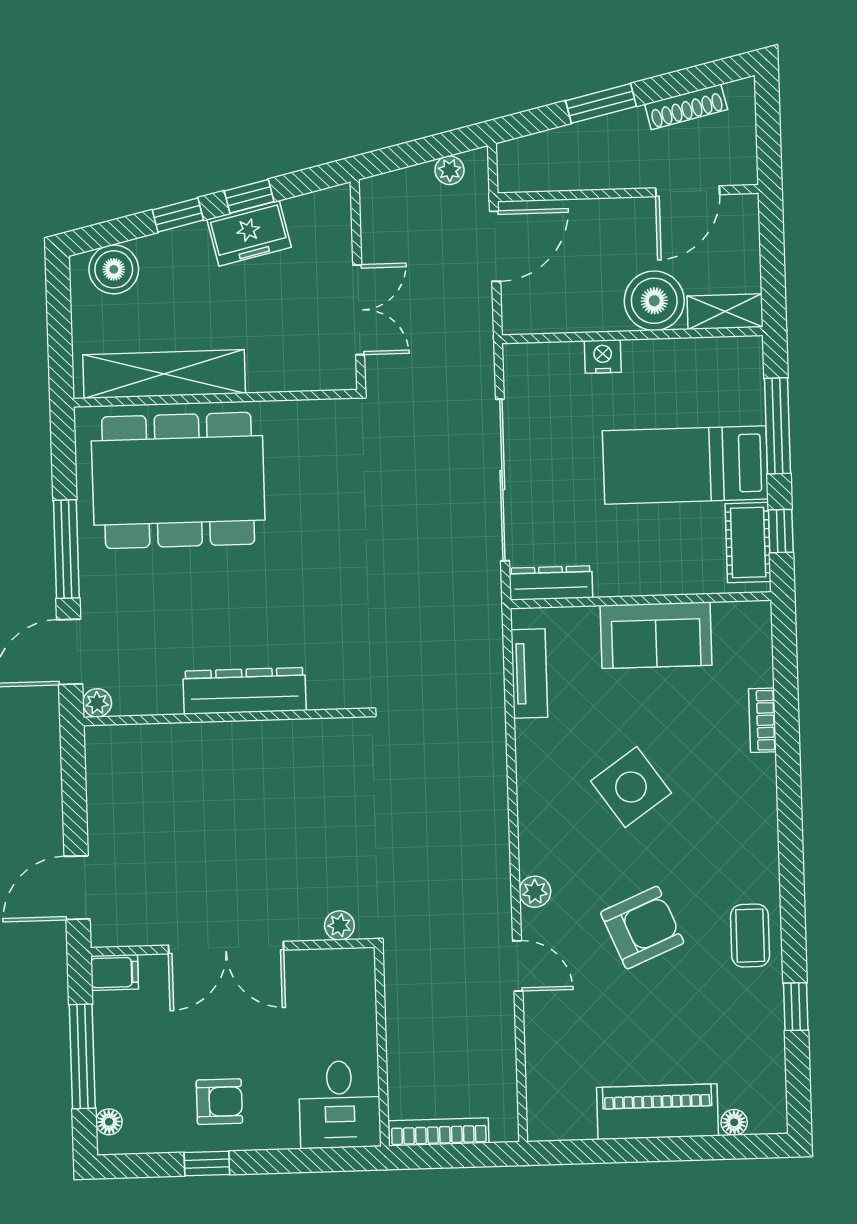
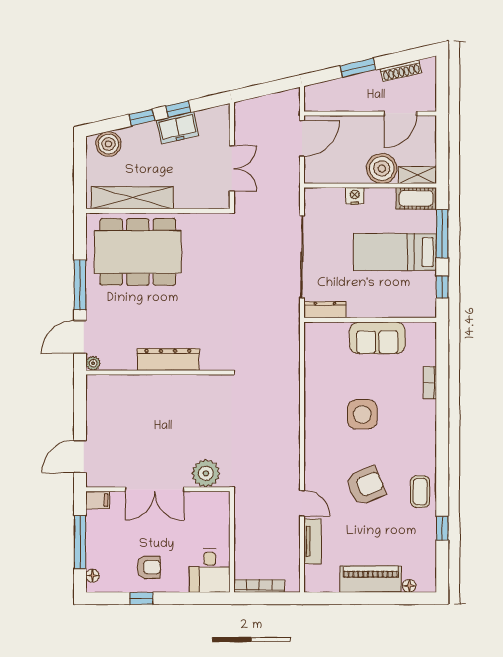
plant: (450, 170) -> (280, 99), removed
cot: (748, 543) -> (416, 198), moved, turned 90
tv unit: (529, 674) -> (313, 541), moved
side table: (631, 787) -> (362, 414), turned 35
plant: (535, 892) -> (312, 466), removed
plant: (339, 925) -> (206, 473), width x1.88, depth x1.88

